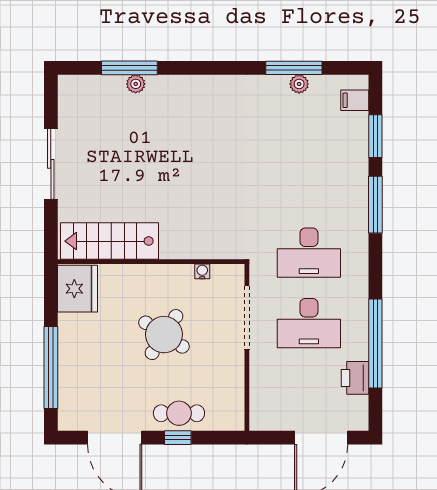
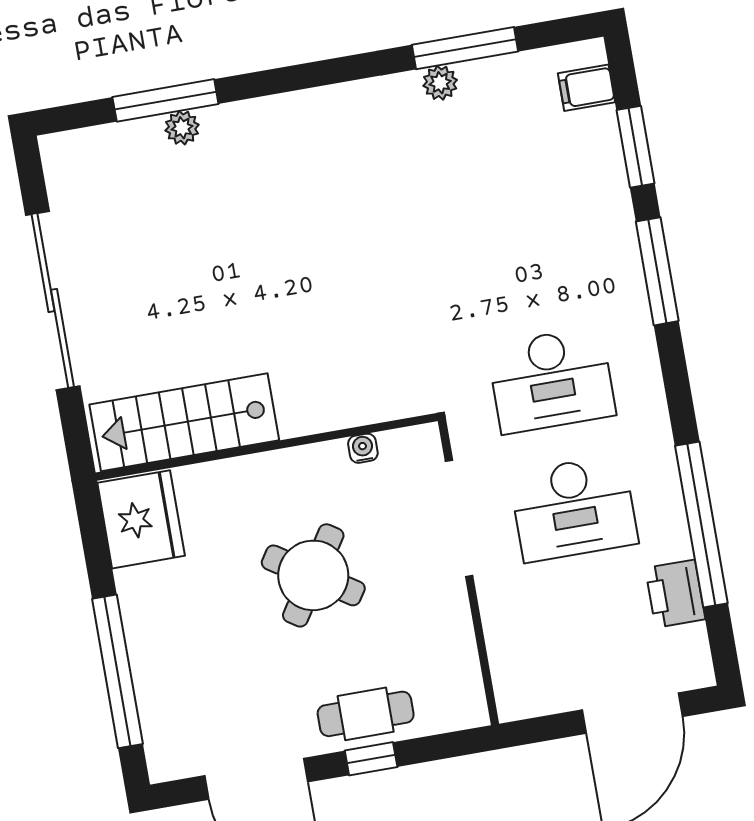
plant: (299, 84) -> (440, 83), moved
sliding door: (51, 164) -> (53, 300), width x1.36

